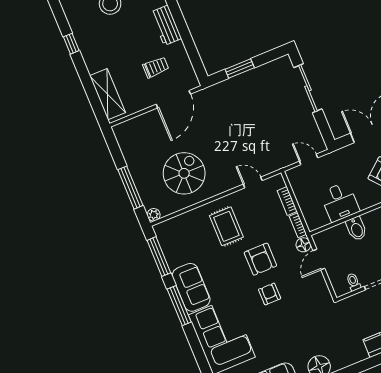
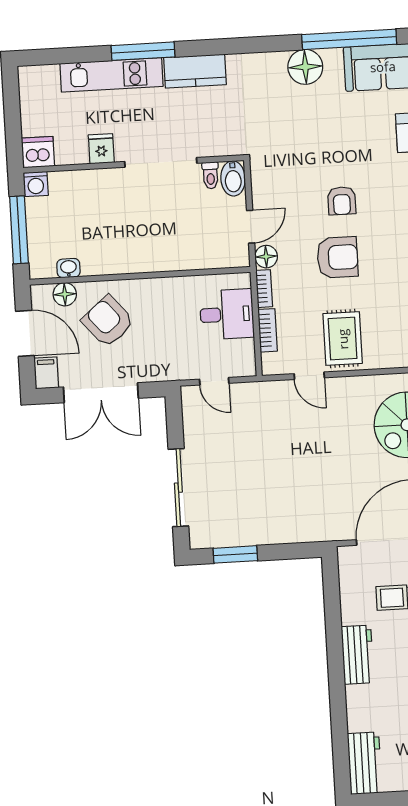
window: (240, 68) -> (235, 554), moved
desk: (340, 202) -> (227, 314), moved, turned 90
rug: (226, 226) -> (343, 339), moved
bidet: (356, 229) -> (233, 178), moved, turned 180
armchair: (260, 259) -> (337, 257), turned 90

